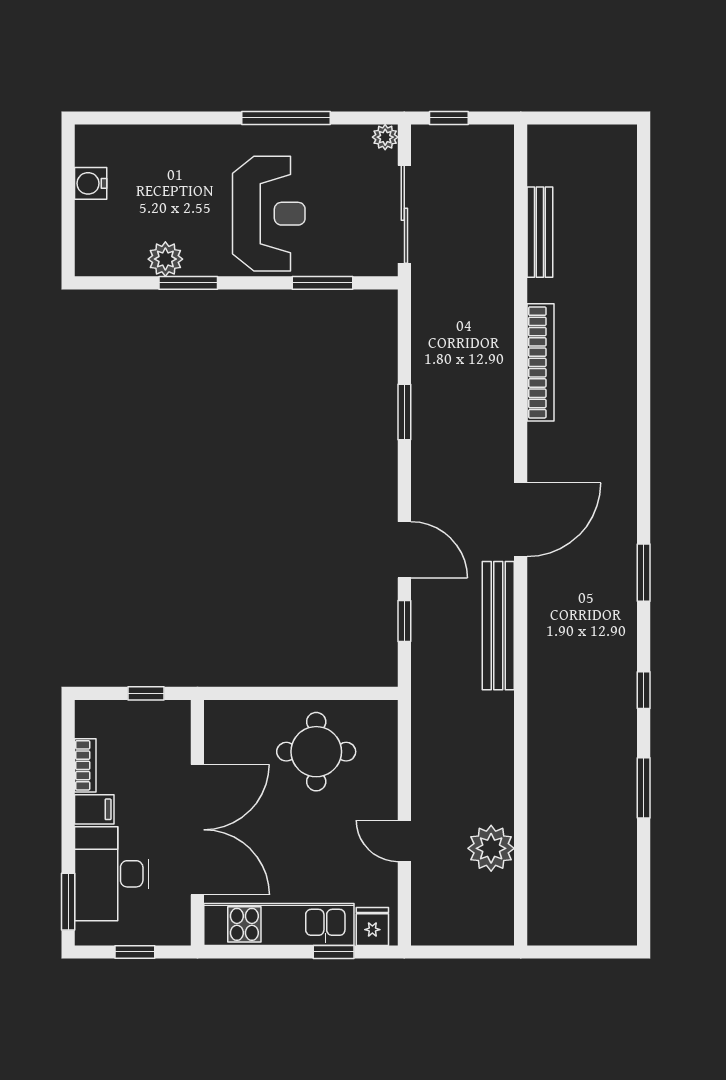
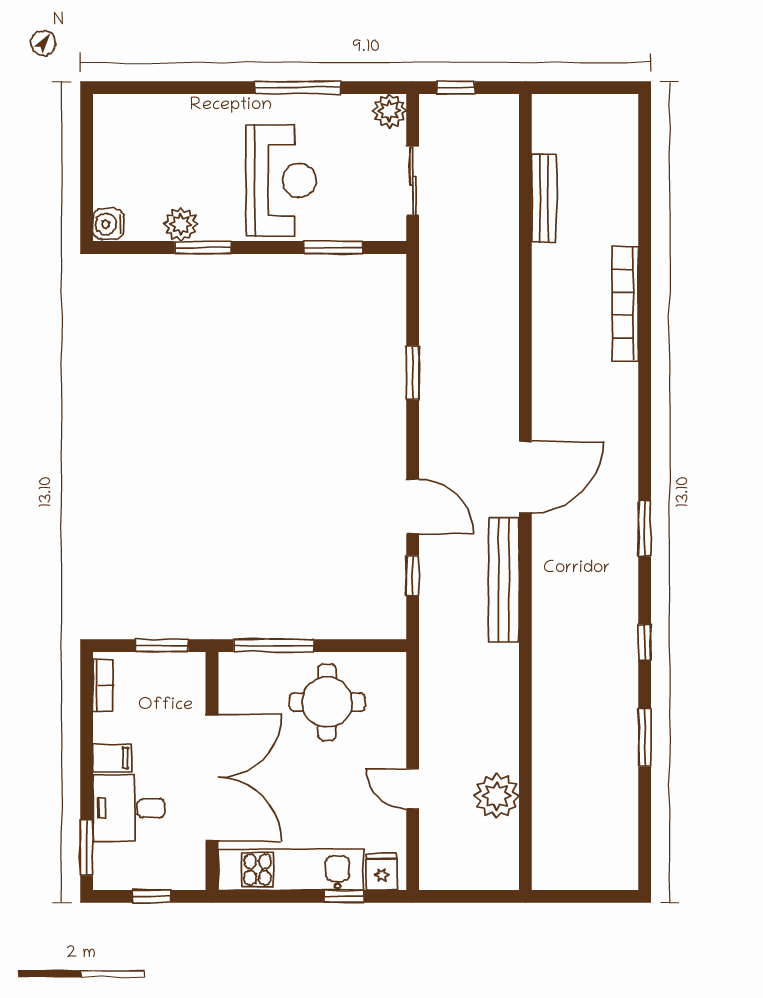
plant: (385, 137) -> (389, 111), width x1.38, depth x1.38
water cooler: (91, 183) -> (108, 224), moved
sliding door: (404, 214) -> (413, 181), width x0.73
bookcase: (541, 362) -> (625, 304), moved, turned 180
window: (146, 693) -> (162, 646), width x1.50
window: (261, 693) -> (273, 646), added
bookcase: (85, 765) -> (103, 685), moved
desk: (112, 874) -> (129, 808), width x0.73

